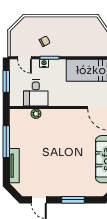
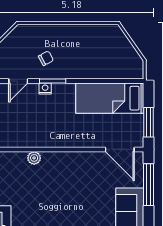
door: (25, 58) -> (18, 81), hinge flipped
desk: (36, 93) -> (34, 129), removed

